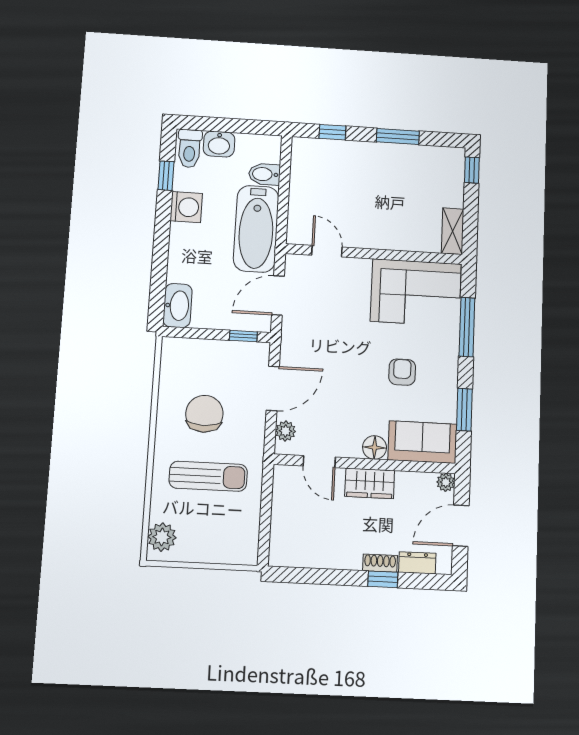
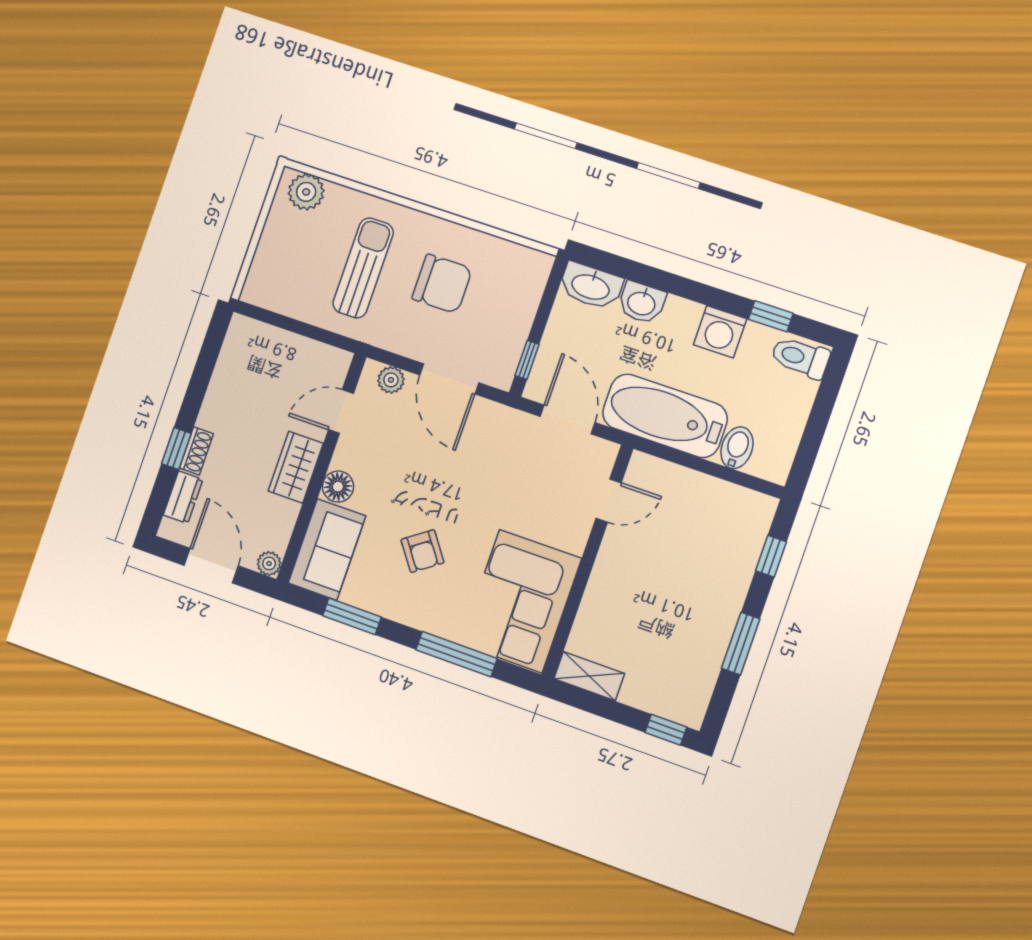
washbasin: (219, 144) -> (642, 303), moved, turned -90
armchair: (402, 372) -> (422, 551), turned 54
sun lounger: (208, 476) -> (363, 268), turned 180

